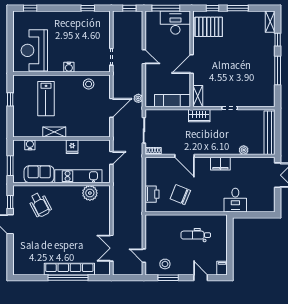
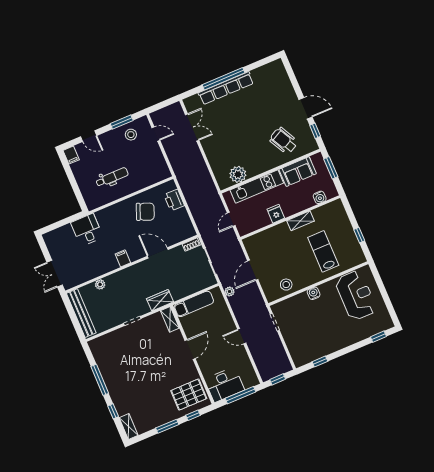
filing cabinet: (220, 164) -> (123, 258), width x0.50

